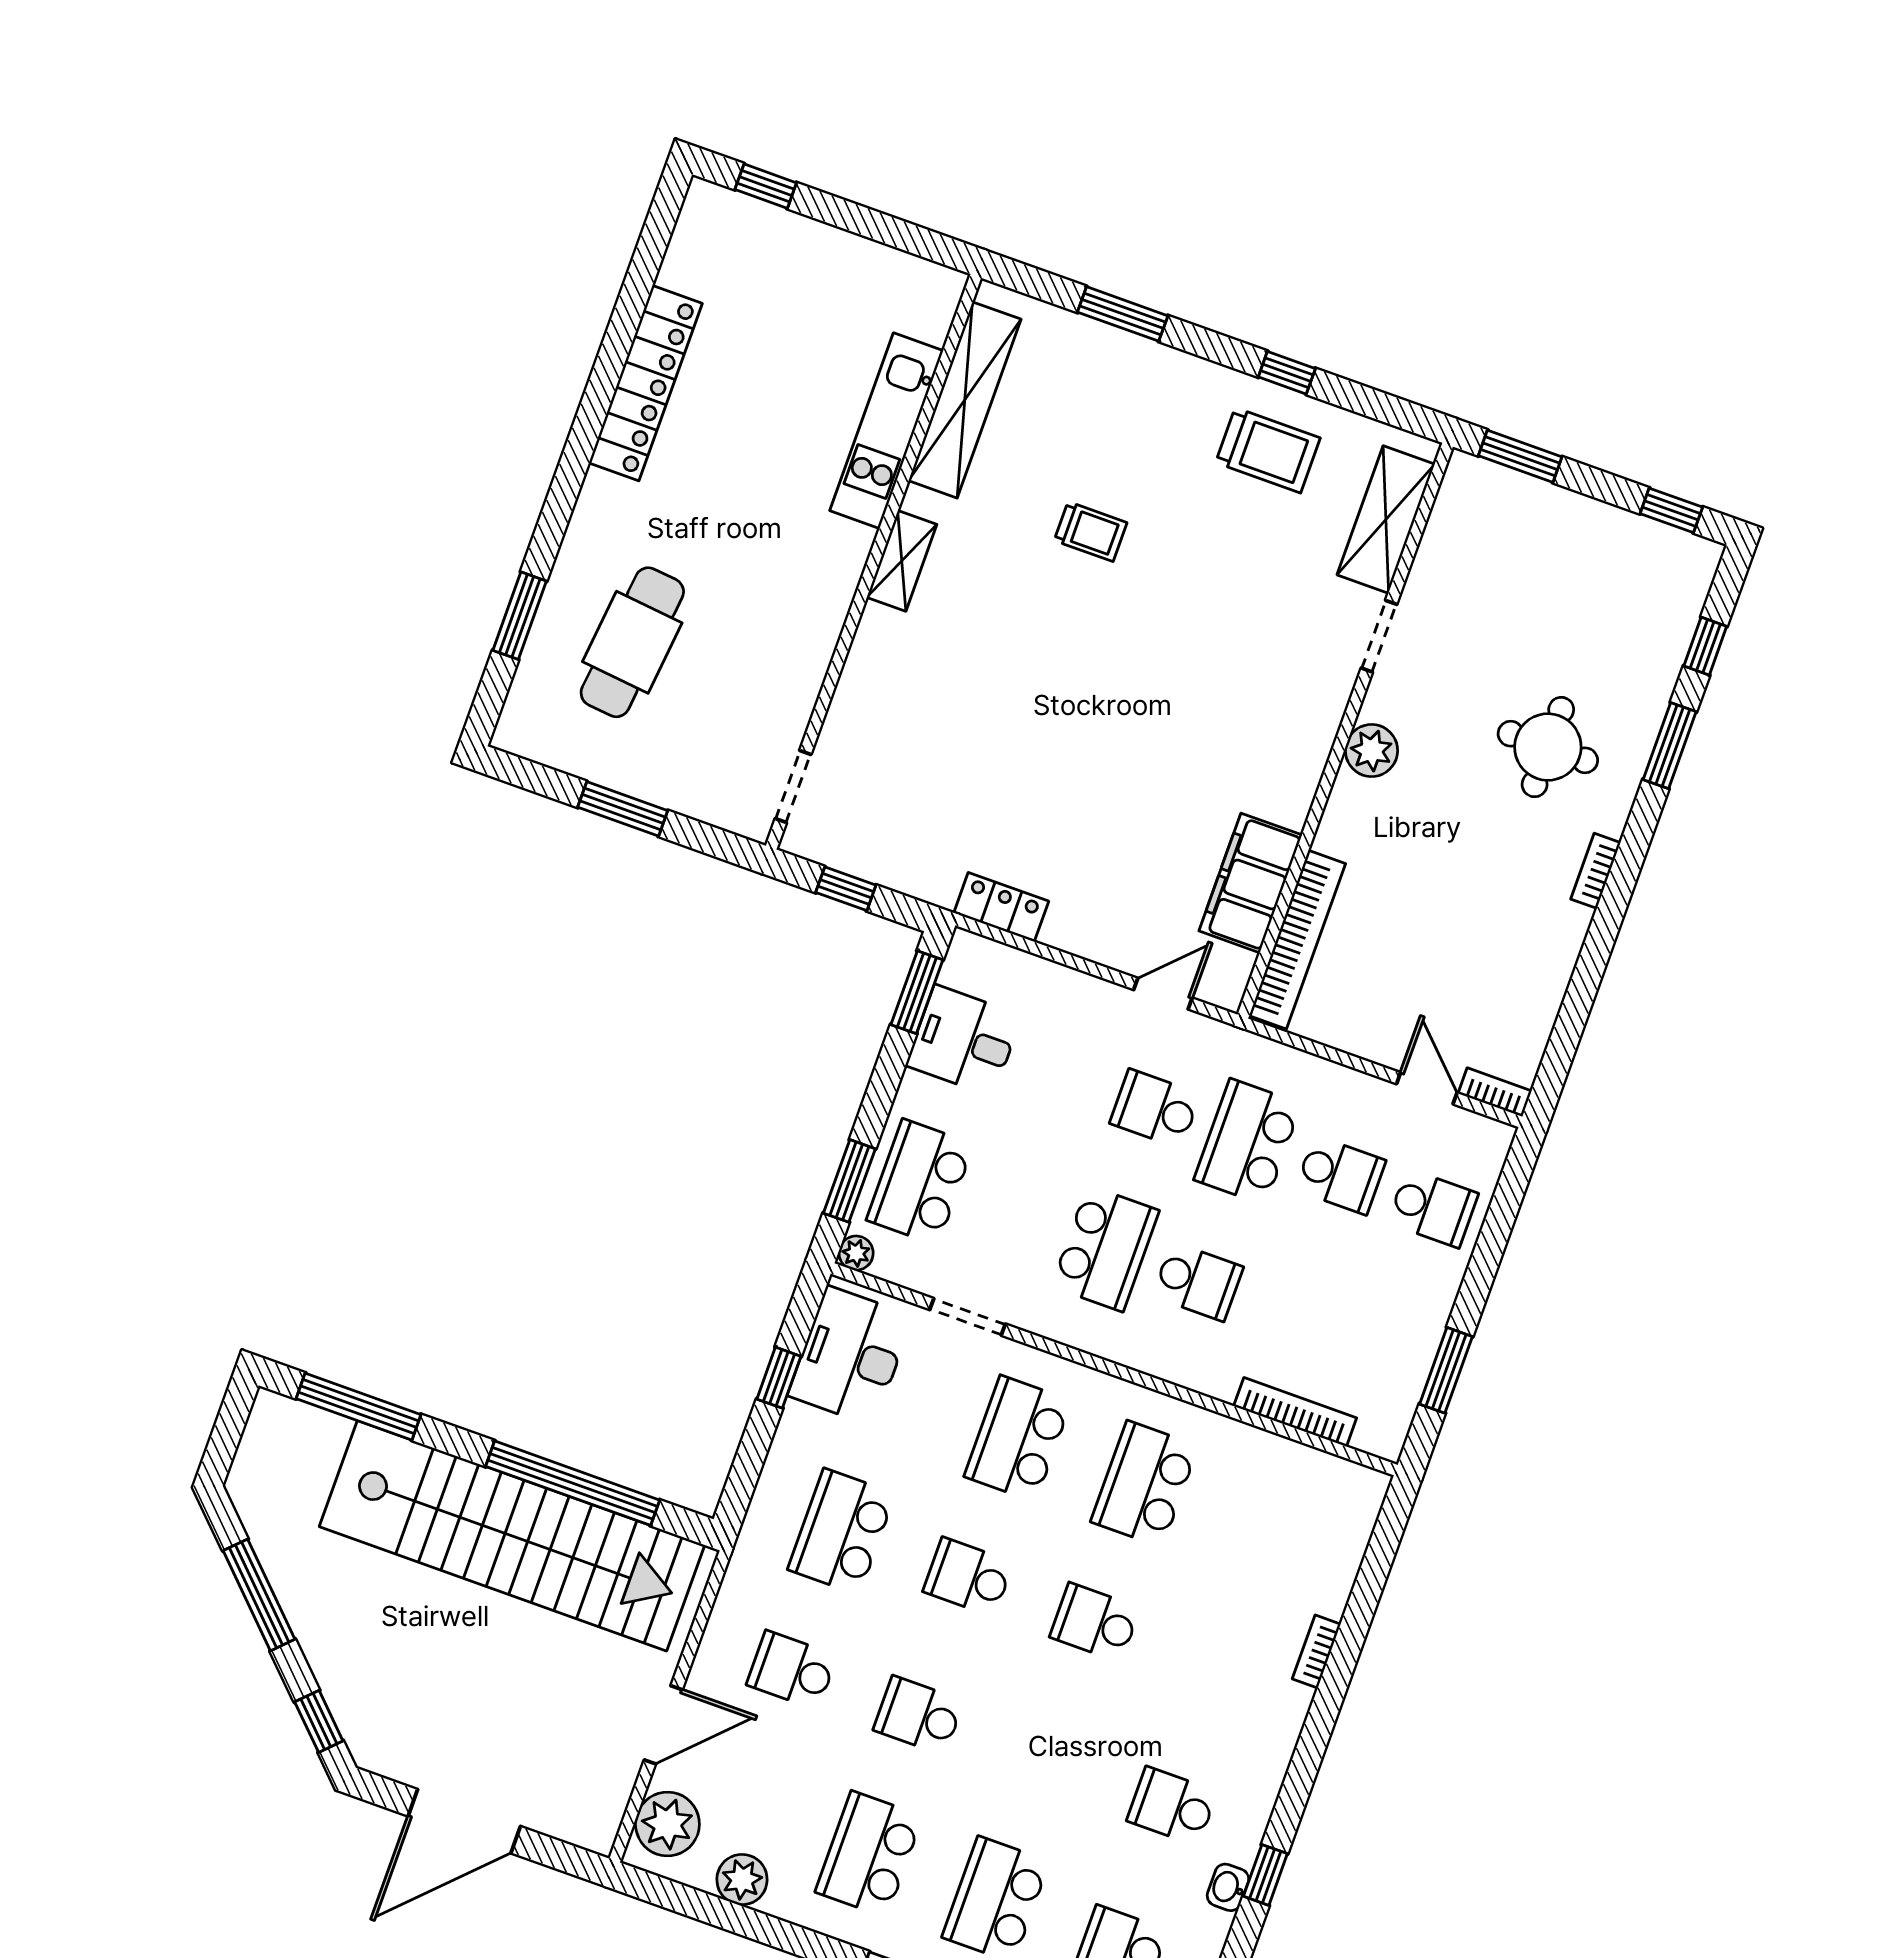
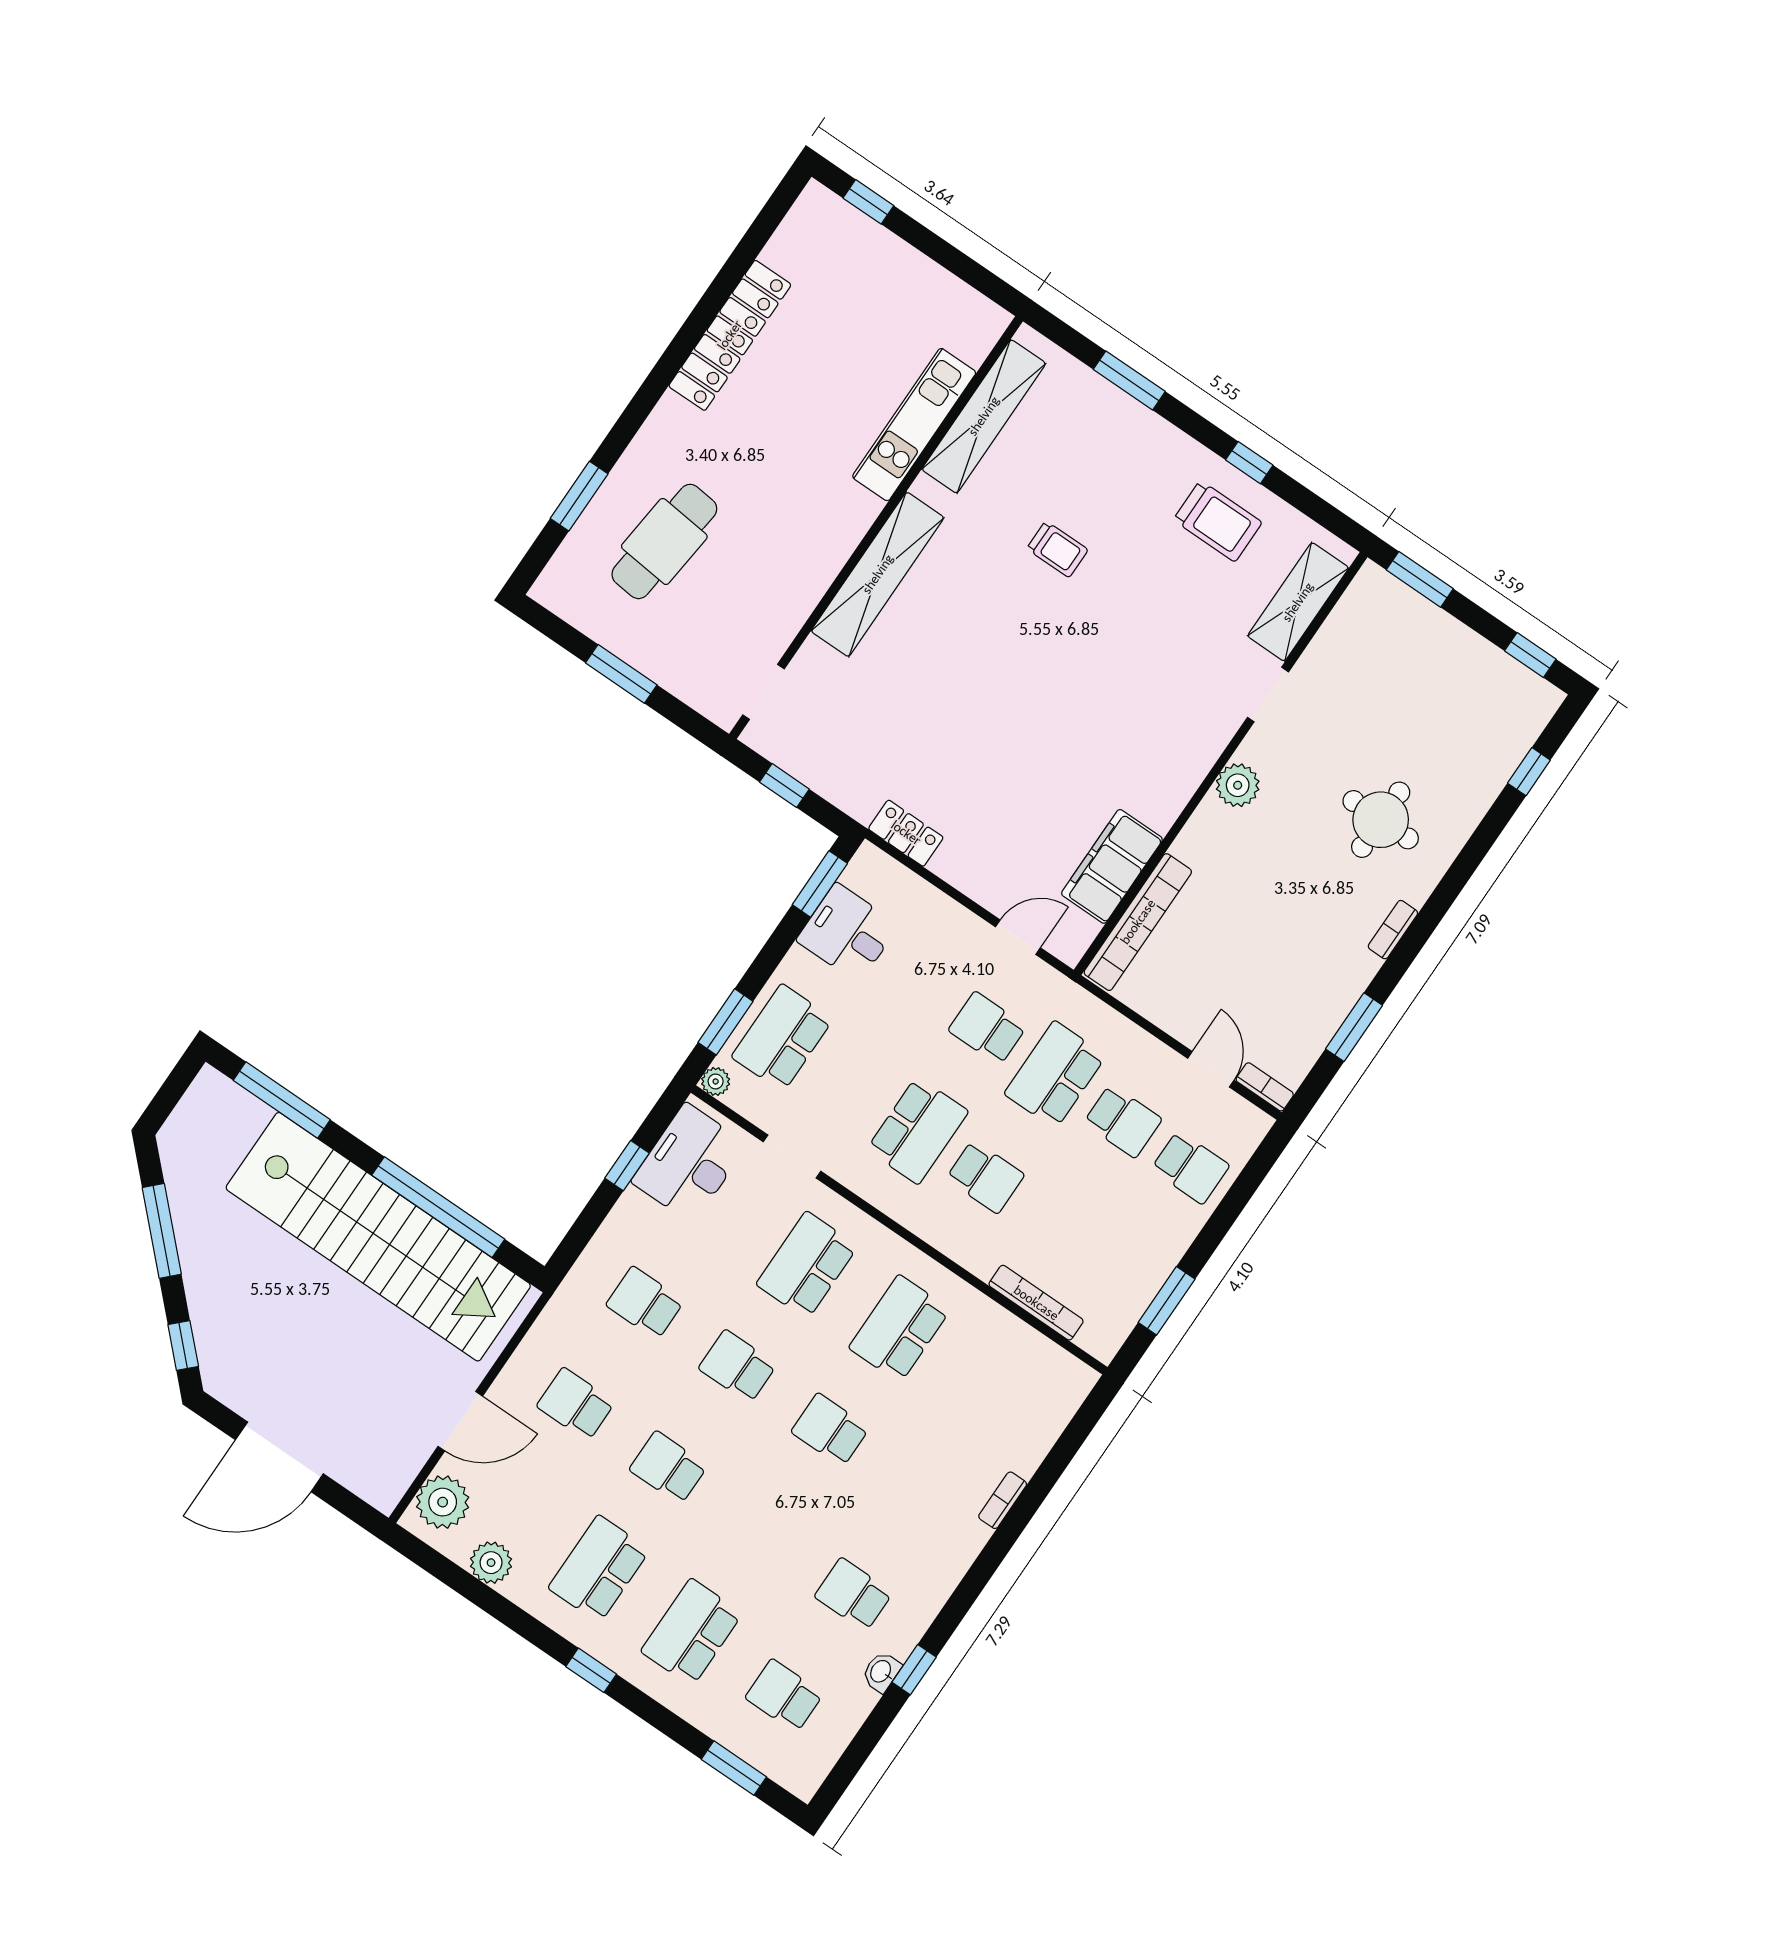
shelving: (902, 561) -> (878, 574), width x2.20, depth x1.33
window: (1670, 746) -> (1354, 1027), moved
school desk: (842, 1532) -> (645, 1303), width x0.54

